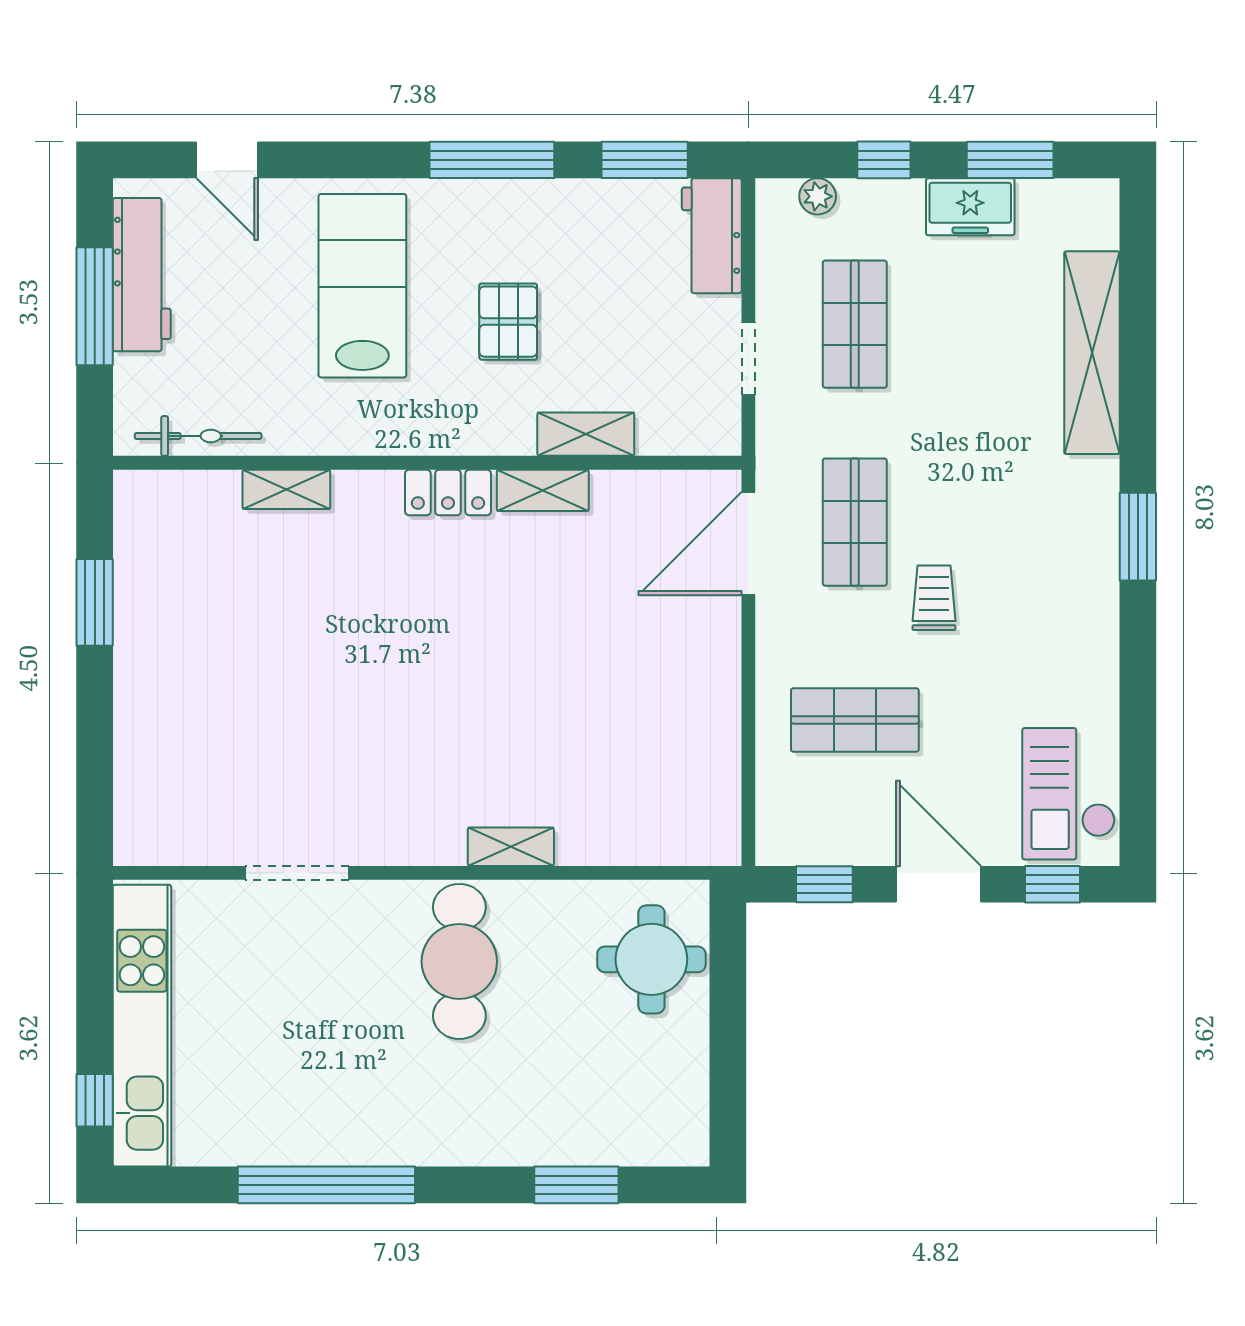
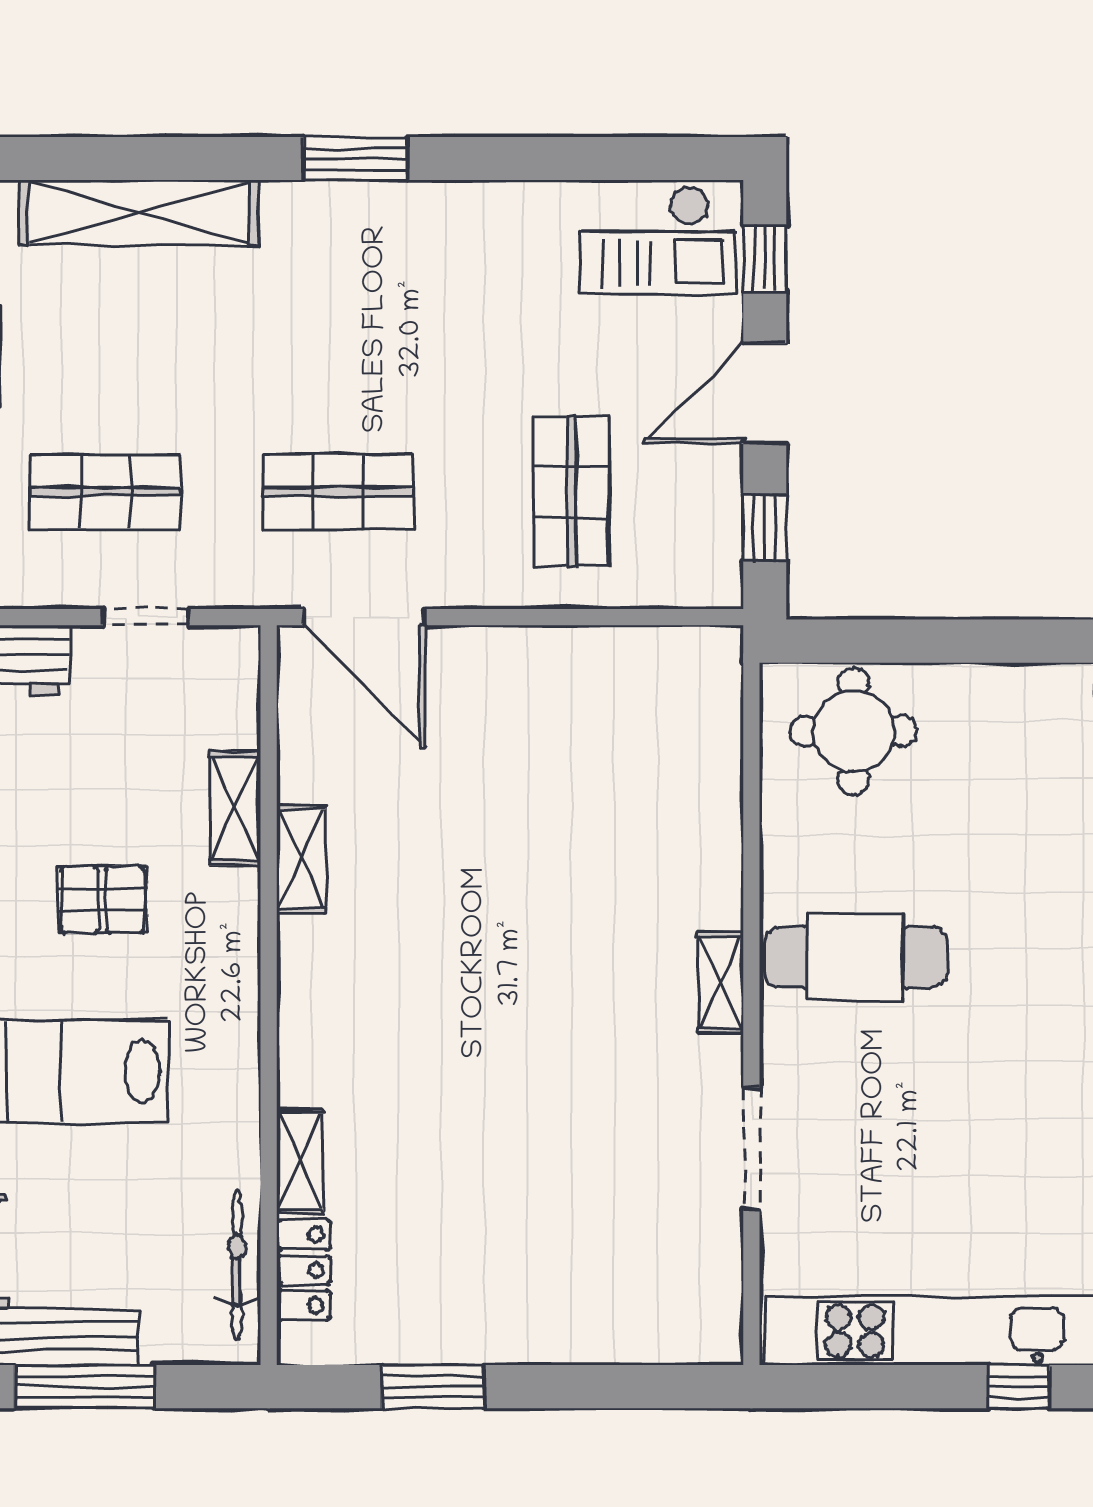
locker: (448, 492) -> (304, 1270), moved
trolley: (934, 598) -> (428, 399), removed
shelving: (511, 847) -> (721, 982), moved

